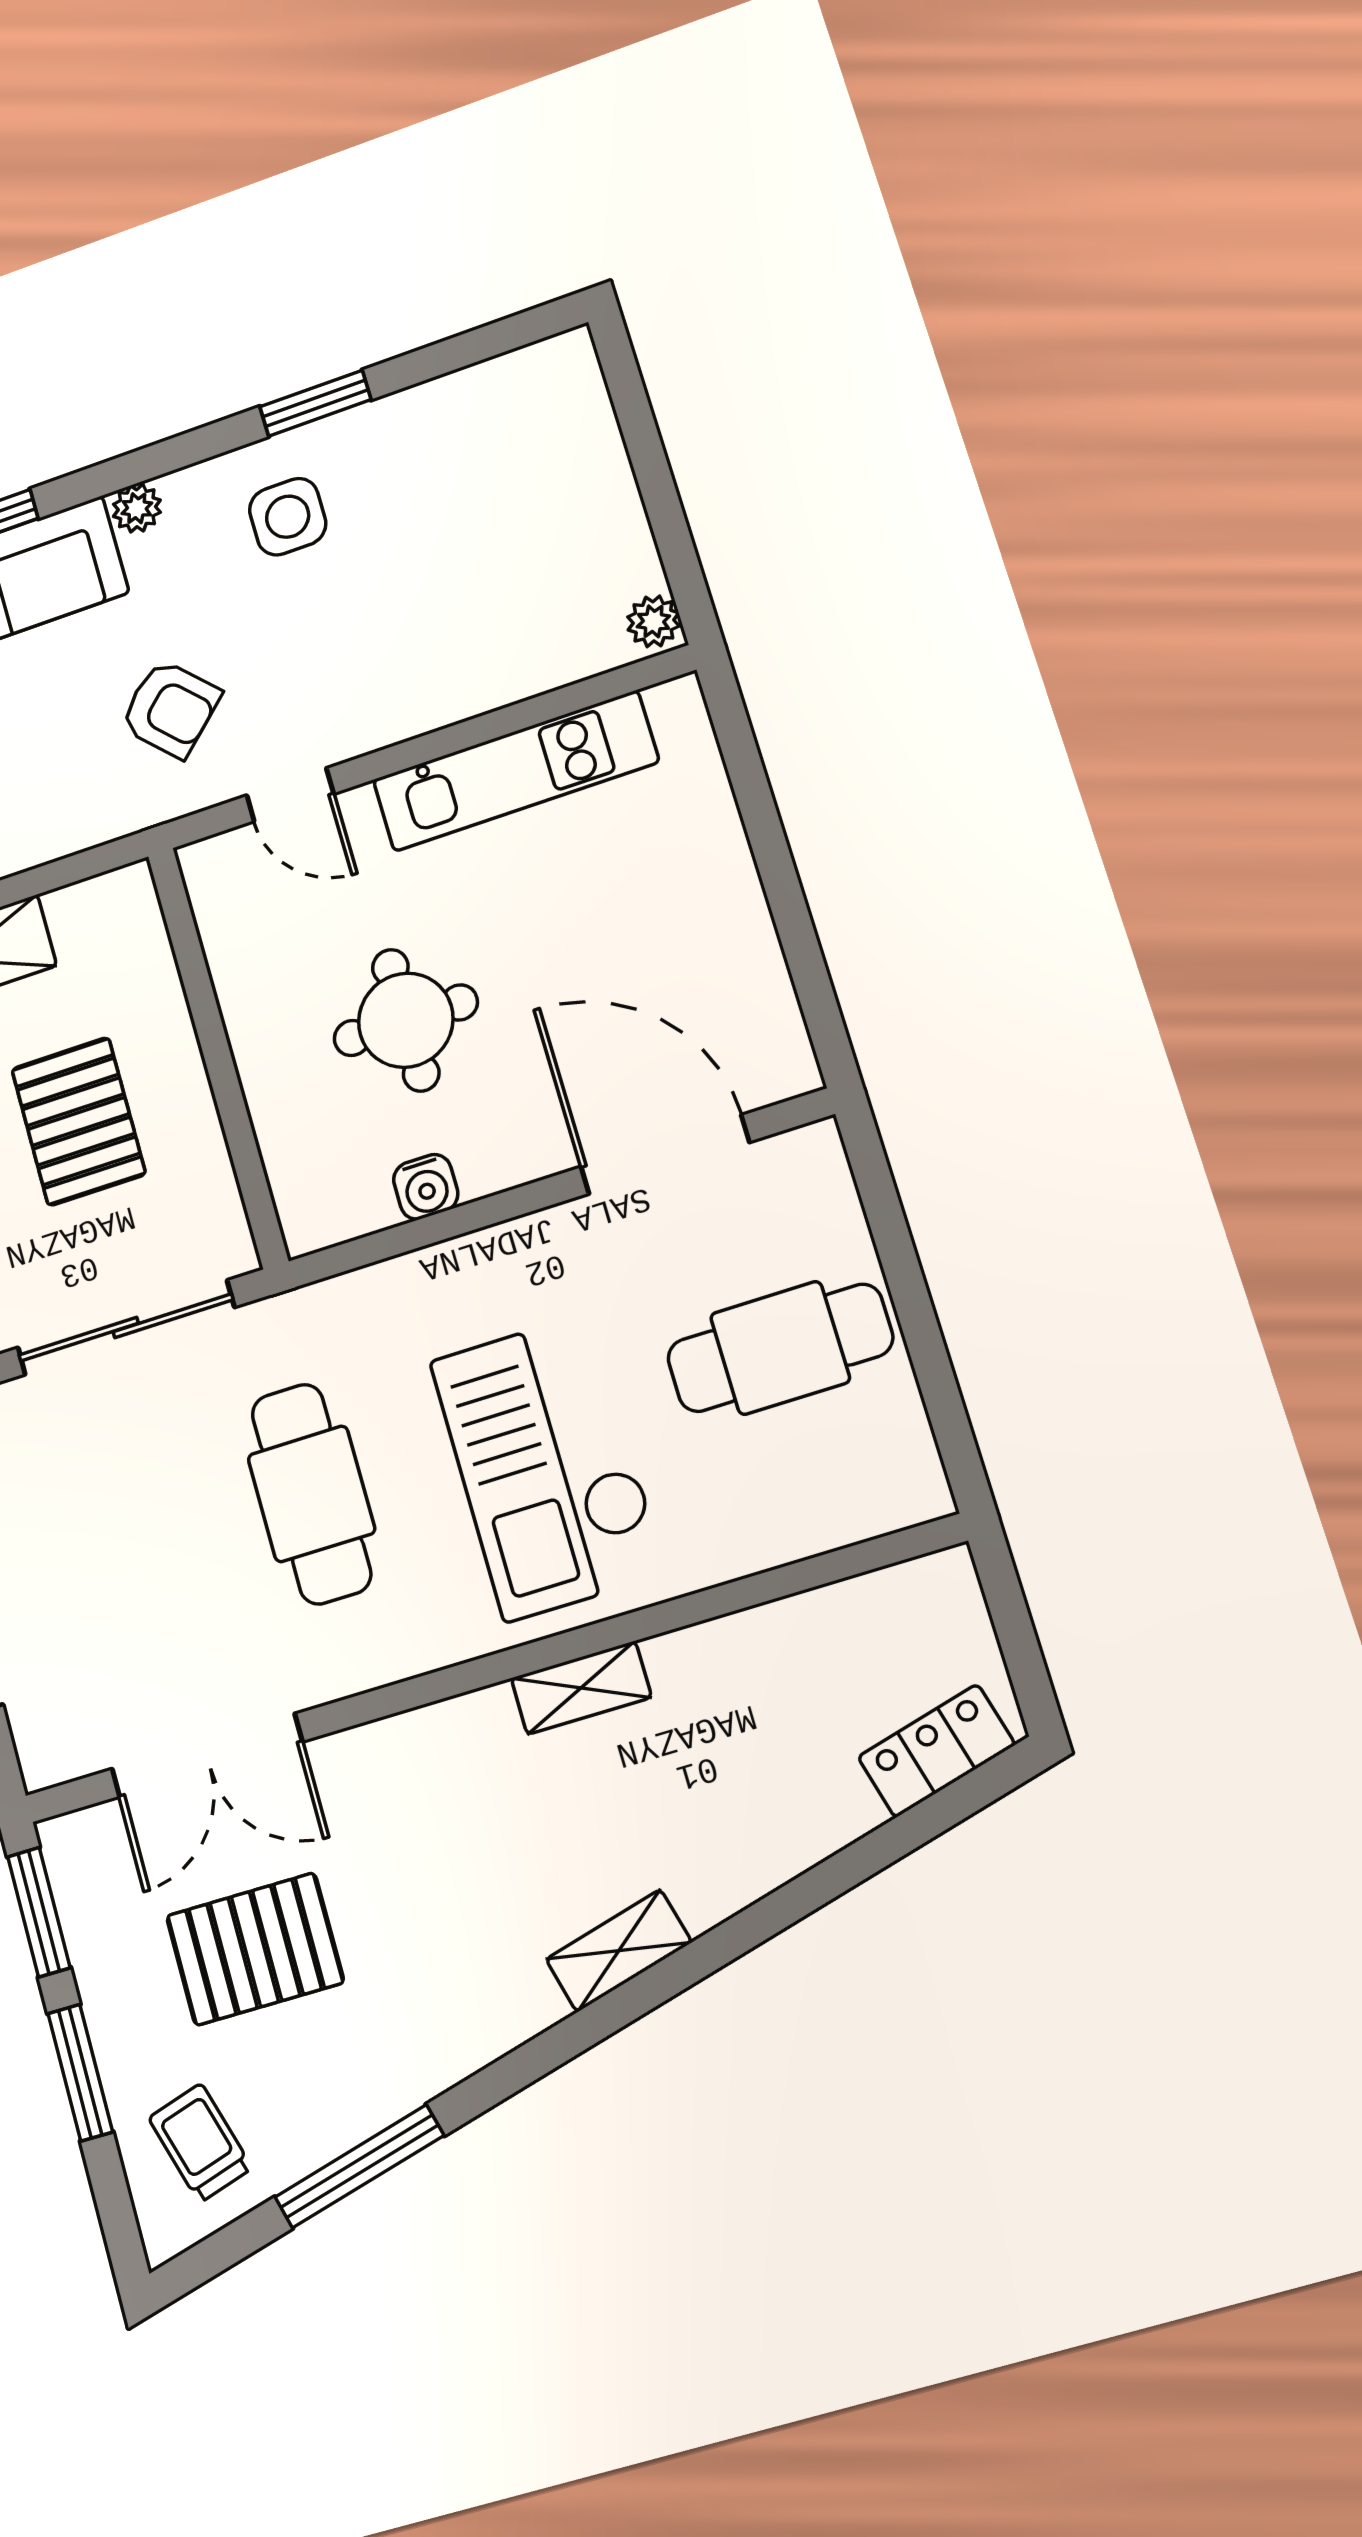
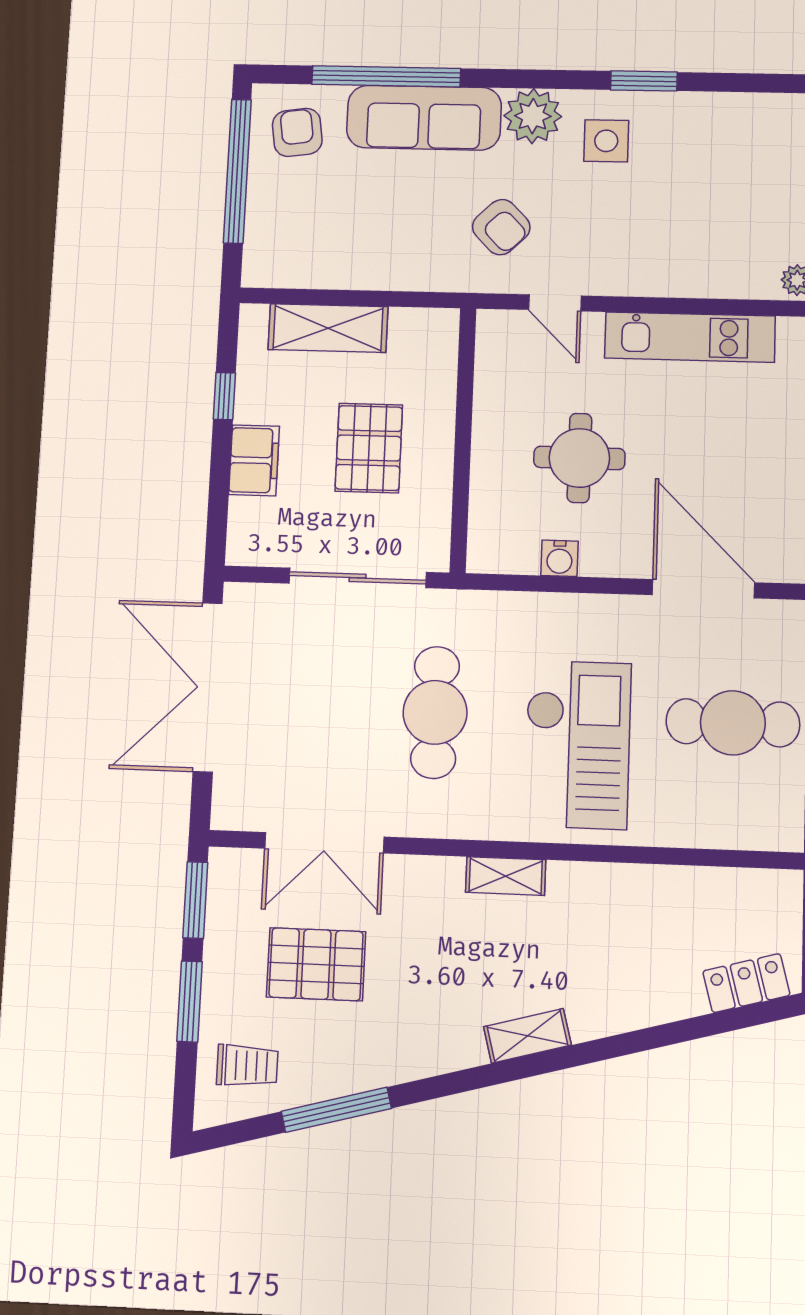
plant: (137, 508) -> (533, 116), width x1.88, depth x1.88
checkout: (548, 1467) -> (577, 744), turned 180
shelving: (581, 1688) -> (506, 876), moved
trolley: (200, 2143) -> (247, 1066), turned 107

